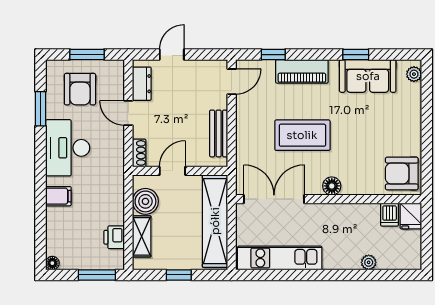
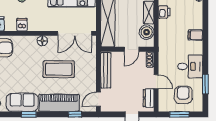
piano: (302, 71) -> (59, 103), width x1.37, depth x1.33
bench: (219, 133) -> (106, 70), width x1.36
desk: (68, 148) -> (190, 66), width x0.73
dishwasher: (390, 215) -> (22, 25), moved

